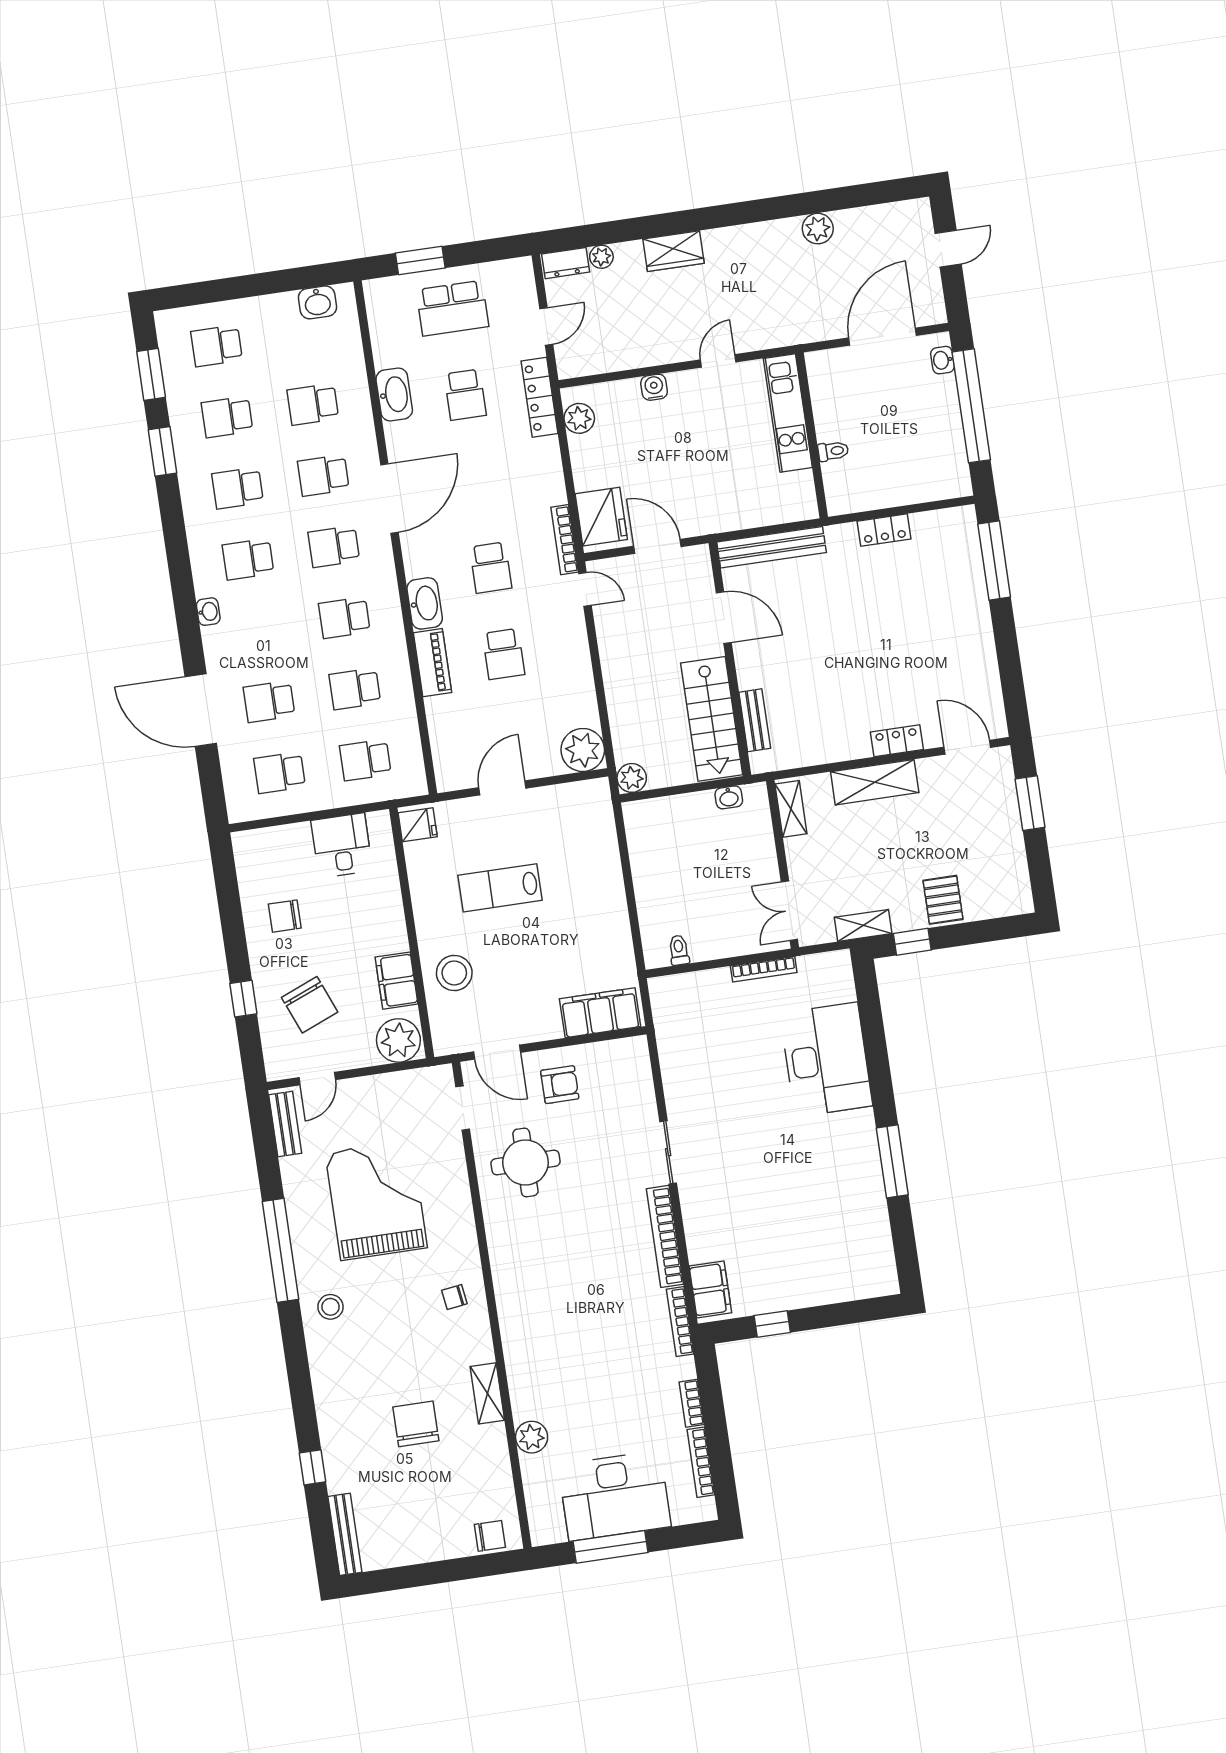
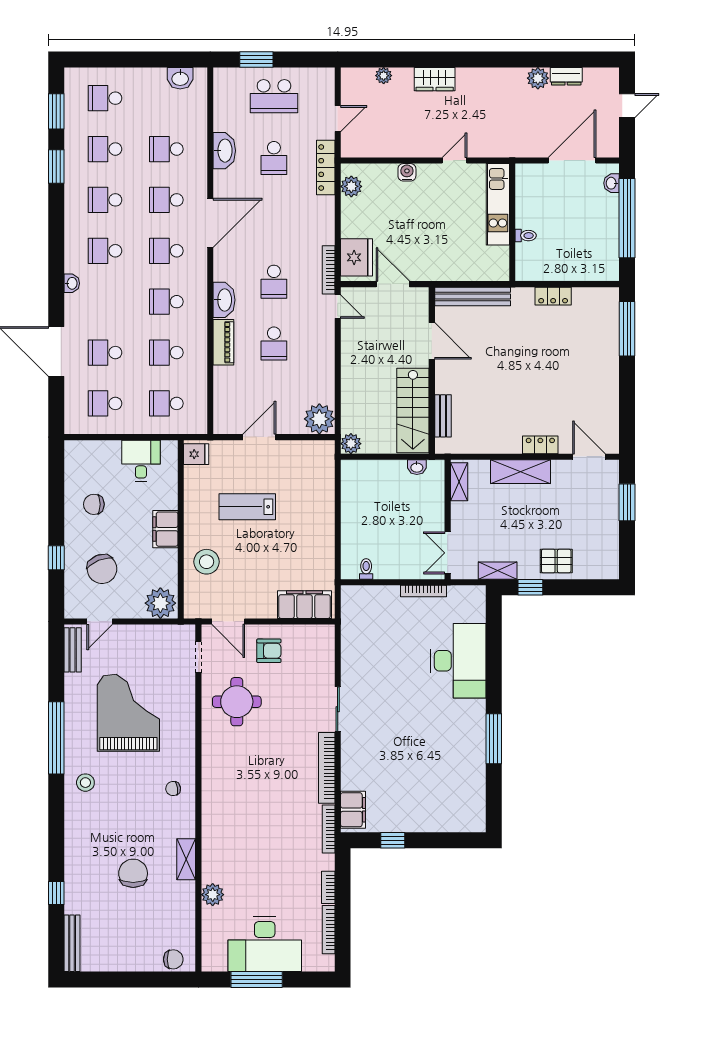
dresser: (566, 263) -> (566, 76), moved
pallet: (943, 900) -> (556, 561), turned 90
filing cabinet: (397, 981) -> (165, 529), moved

